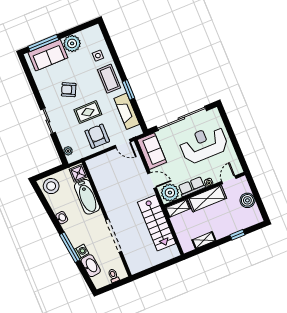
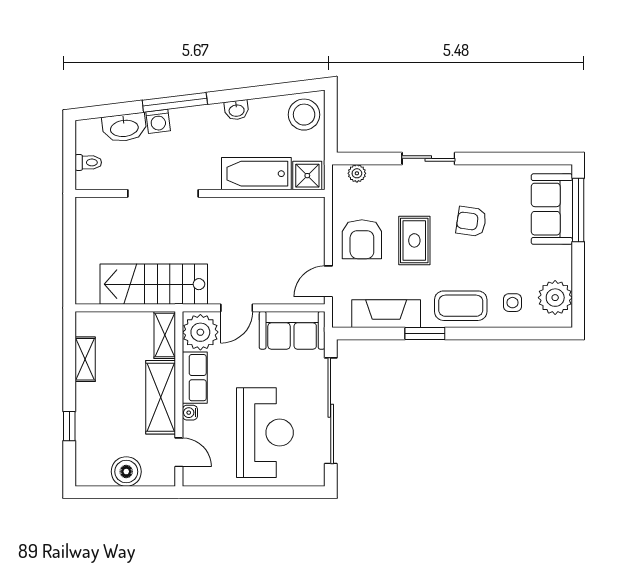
plant: (72, 43) -> (555, 298), moved
armchair: (69, 90) -> (471, 221), turned -108
armchair: (97, 136) -> (362, 239), turned 90

